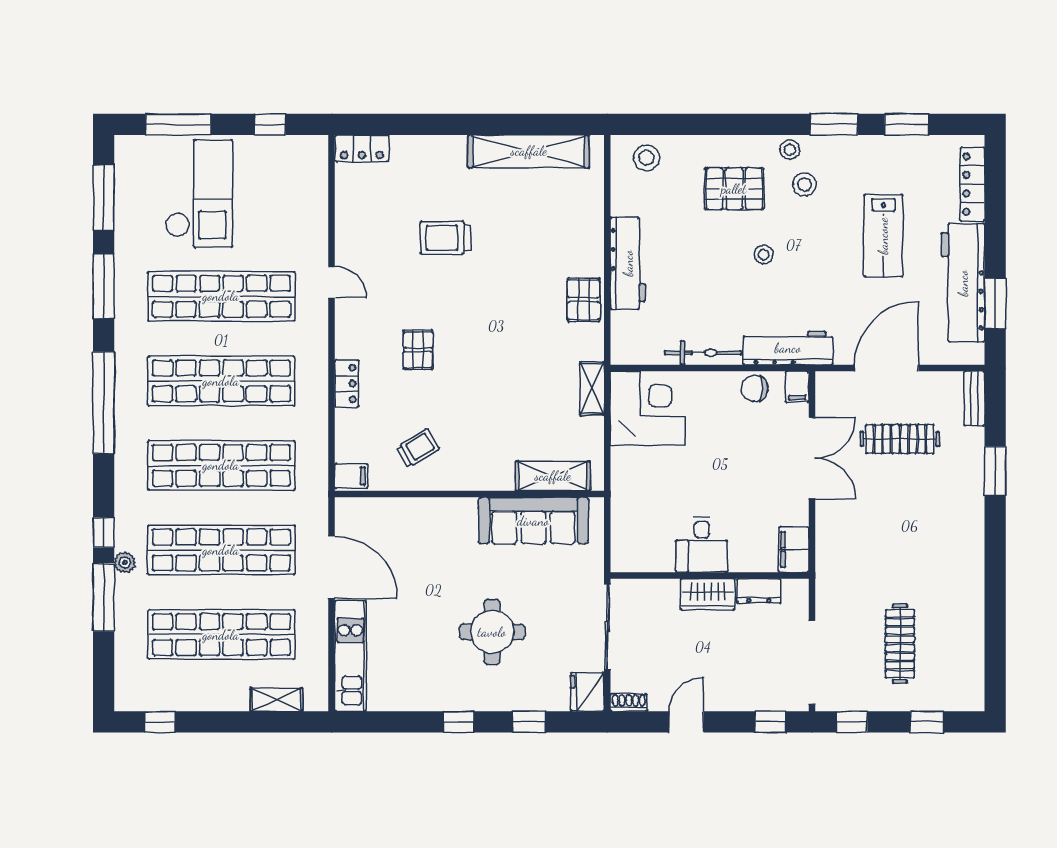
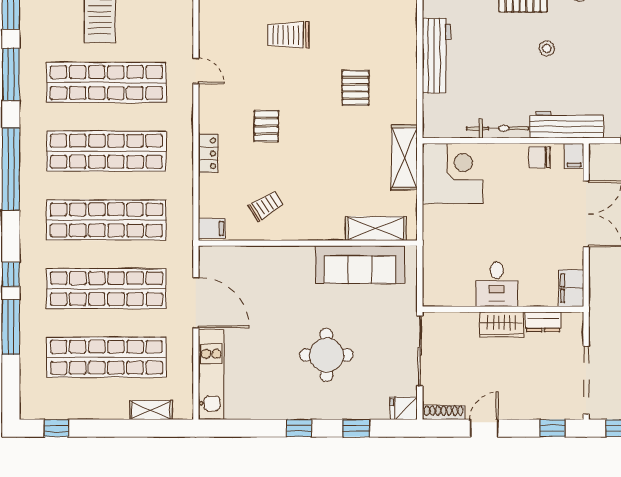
pallet: (584, 300) -> (355, 88), moved
shelving: (592, 389) -> (404, 157), width x1.50, depth x1.33
plant: (125, 563) -> (28, 299), removed
fridge: (587, 692) -> (404, 408), width x0.72
shoe rack: (629, 703) -> (444, 412), width x1.43

